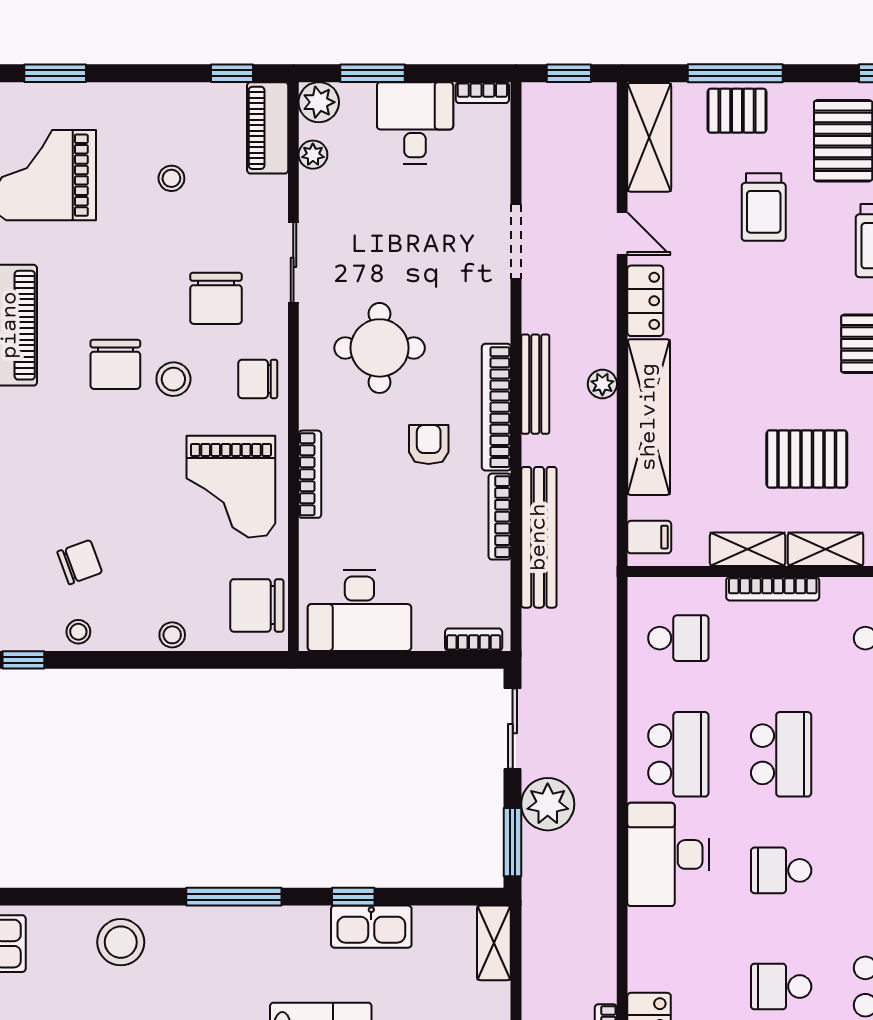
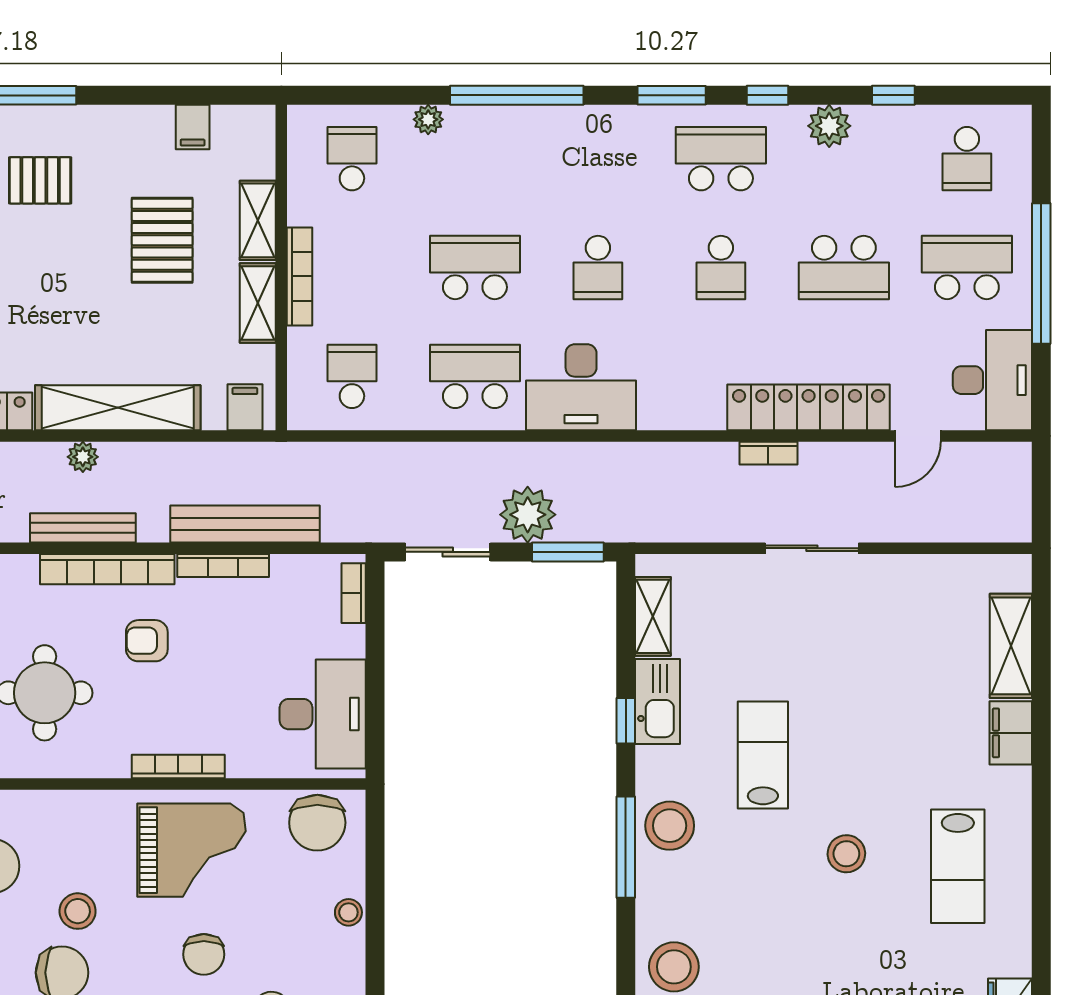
chair: (258, 379) -> (204, 954), moved
stool: (254, 938) -> (670, 826), added
shelving: (494, 943) -> (653, 616), moved, turned 90

